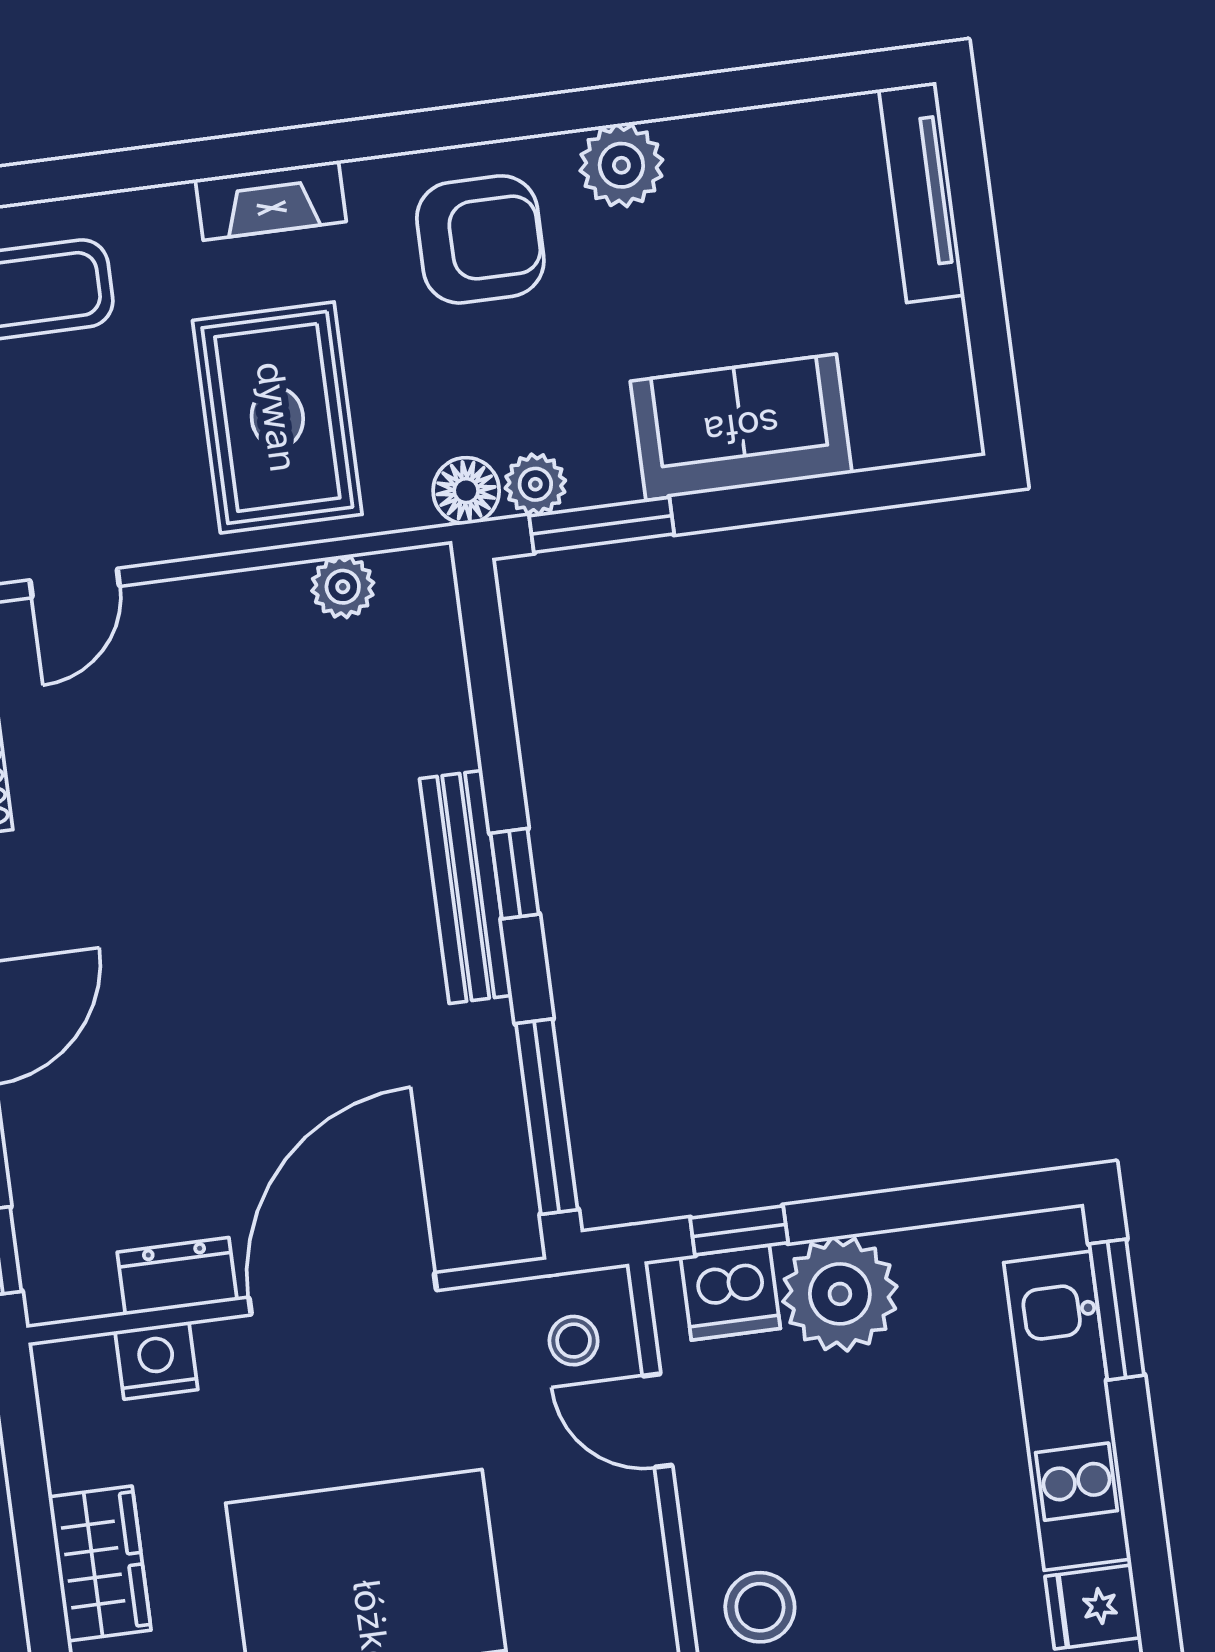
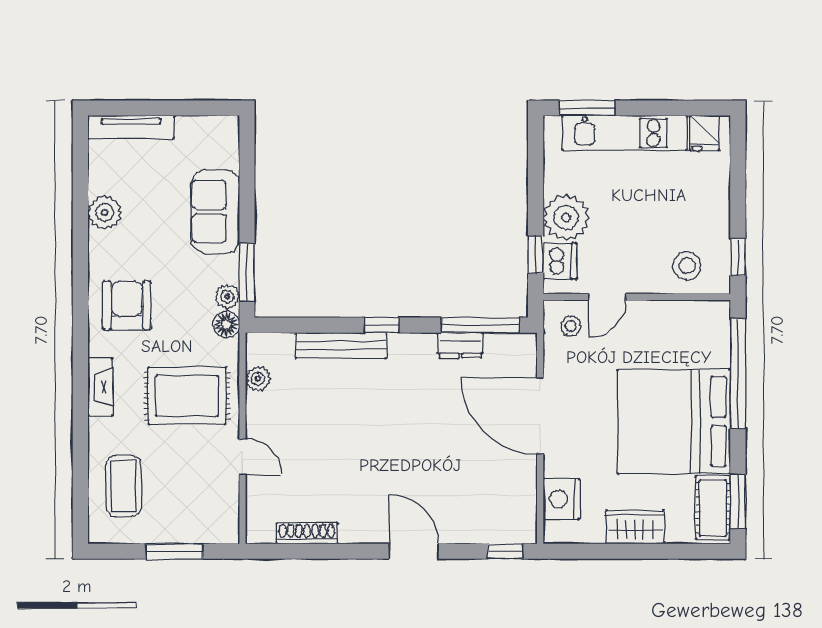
plant: (621, 165) -> (105, 213), moved
door: (75, 583) -> (243, 457), moved
bench: (466, 887) -> (341, 345), moved
dresser: (177, 1276) -> (460, 345), moved, turned -90
nightstand: (156, 1360) -> (561, 499), width x1.36, depth x1.33

